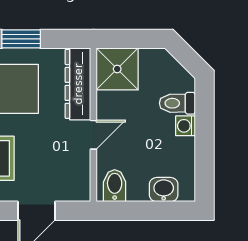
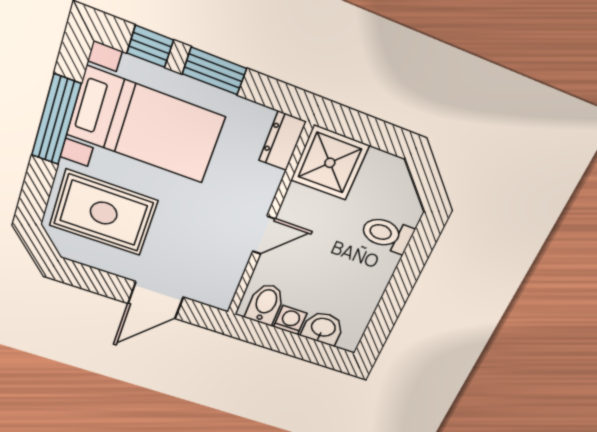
dresser: (78, 84) -> (282, 141), width x0.51, depth x0.80
washing machine: (185, 126) -> (290, 320), moved, turned 90

